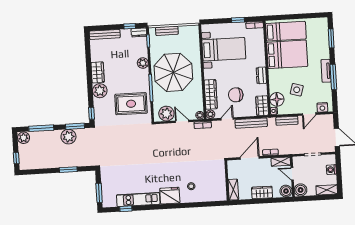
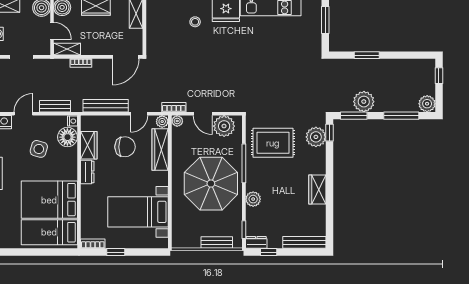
plant: (100, 91) -> (316, 137), moved
wardrobe: (262, 106) -> (89, 145), moved
door: (250, 158) -> (126, 57), moved

